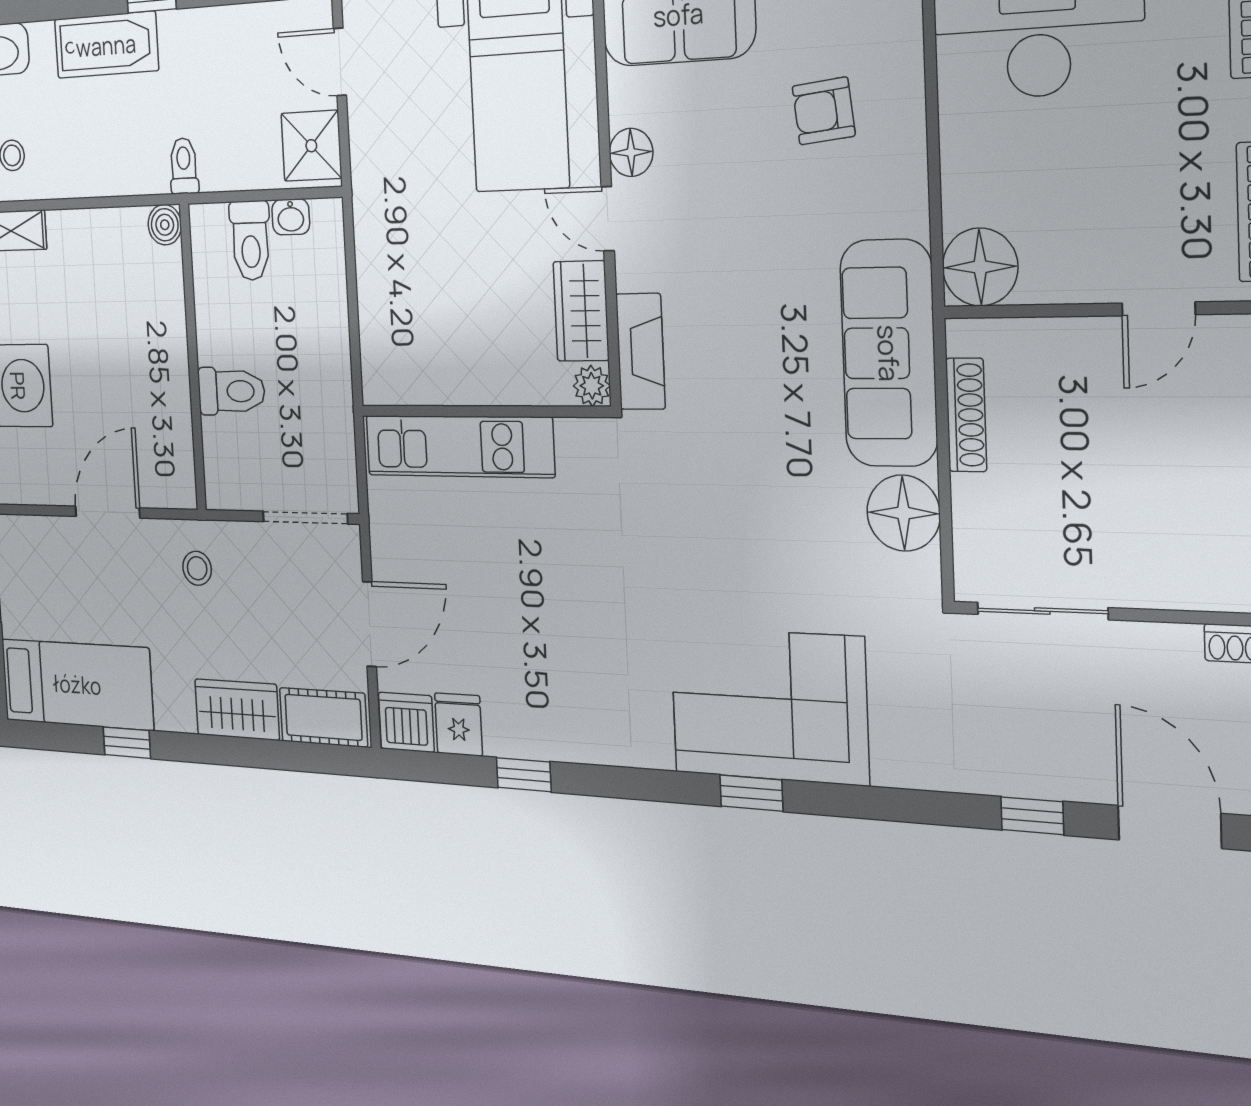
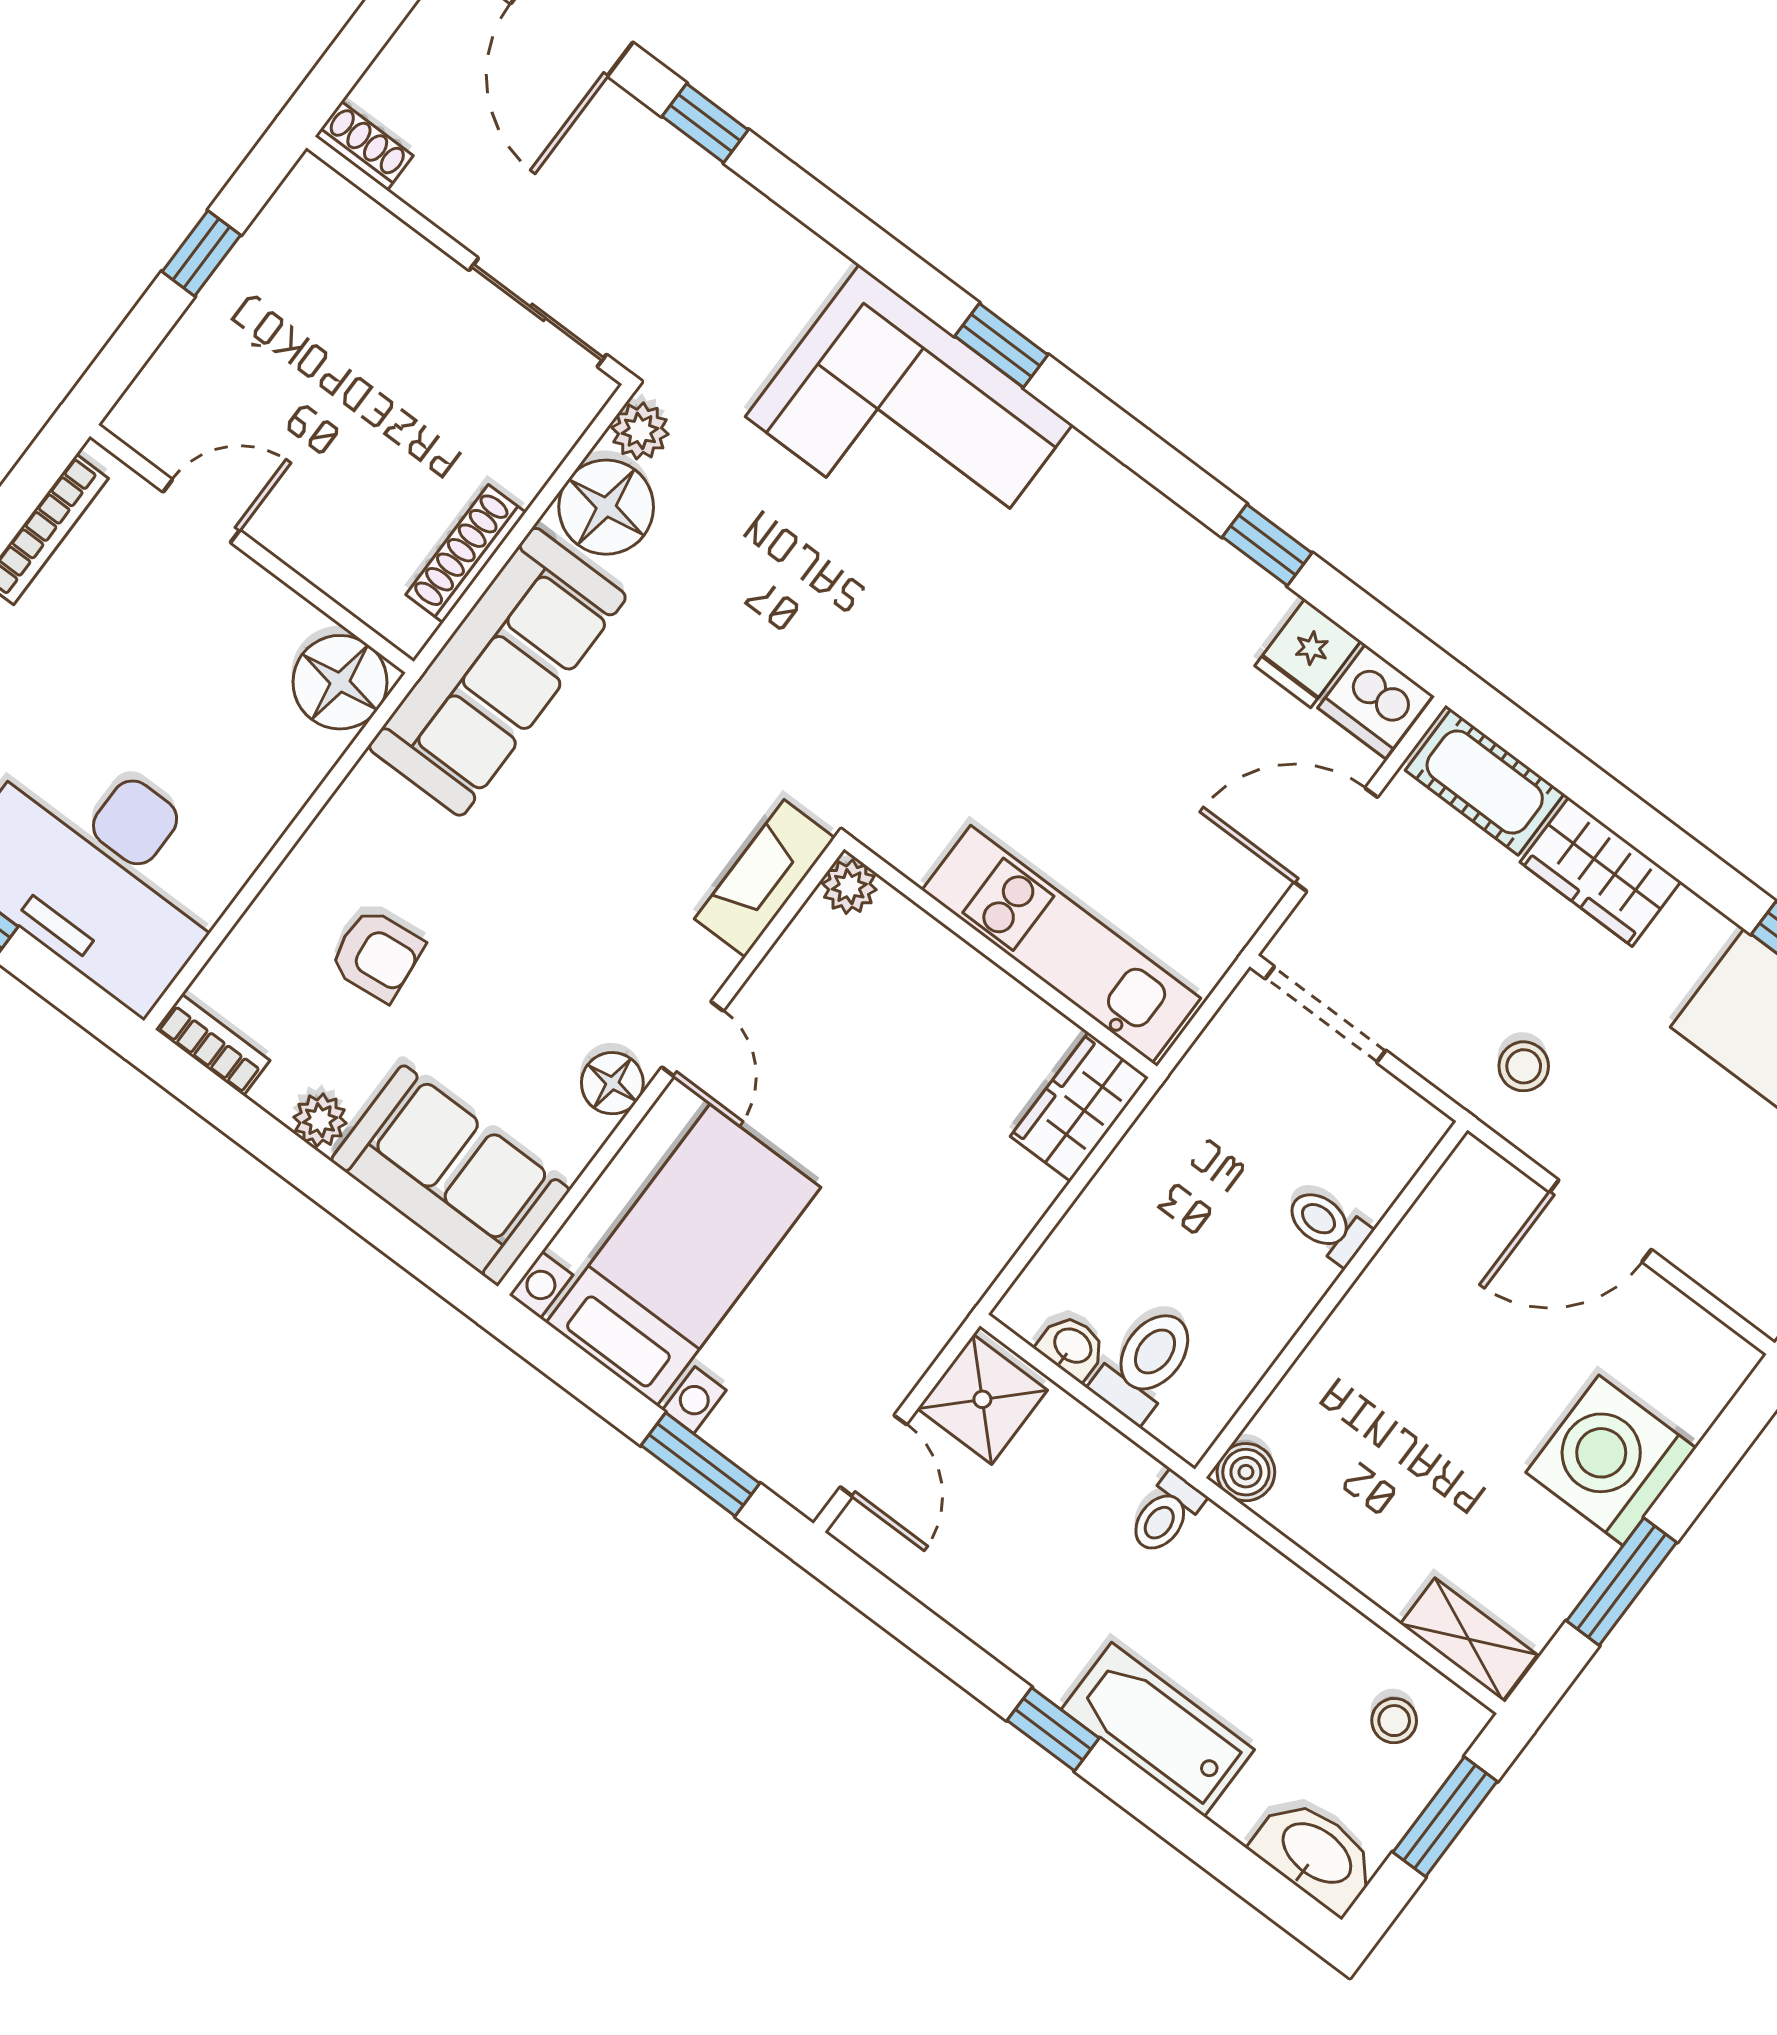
wardrobe: (581, 311) -> (1079, 1107), moved, turned 180
toilet: (231, 391) -> (1328, 1225), width x0.73, depth x0.72
plant: (920, 579) -> (640, 431), added

